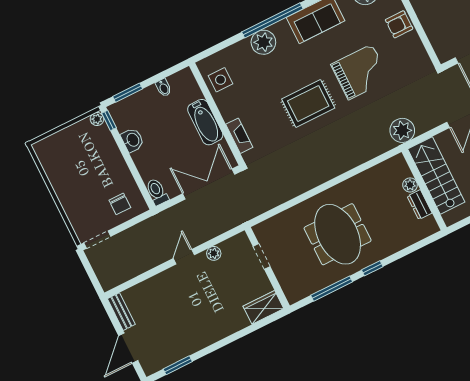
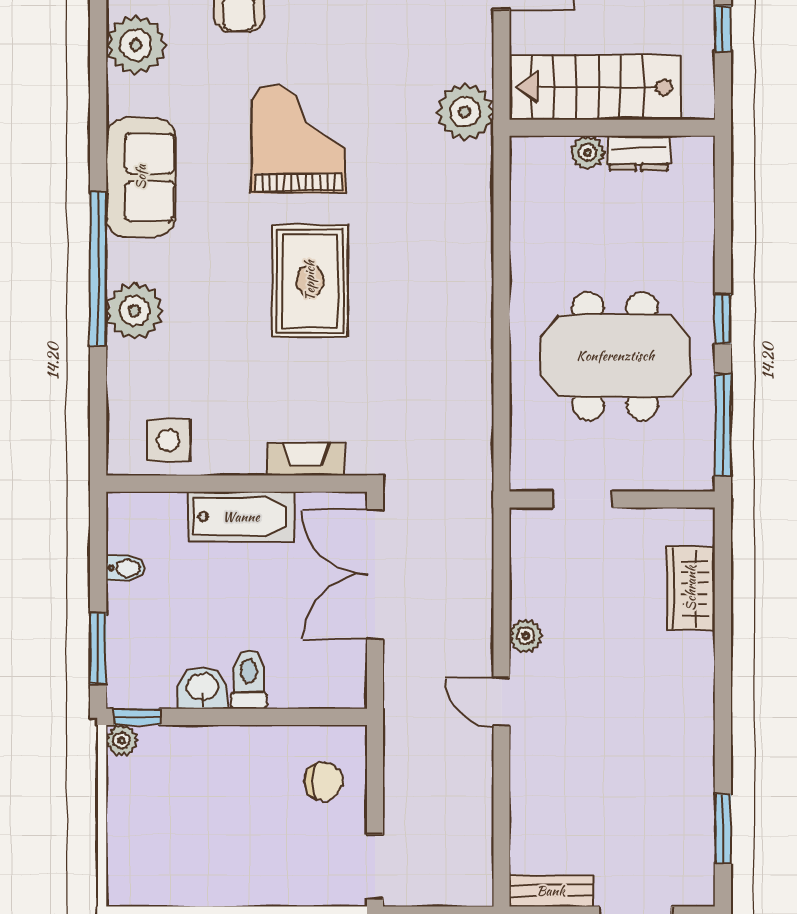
toilet: (157, 192) -> (249, 679), moved, turned 90
doorway: (262, 256) -> (582, 499), moved
wall: (267, 268) -> (612, 499), moved

